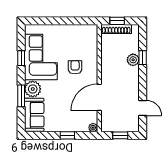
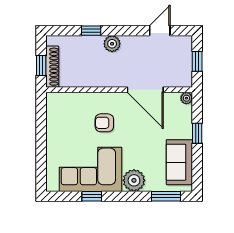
plant: (133, 60) -> (112, 44), moved
window: (21, 96) -> (166, 196), moved
sofa: (34, 115) -> (179, 162), moved, turned -90

